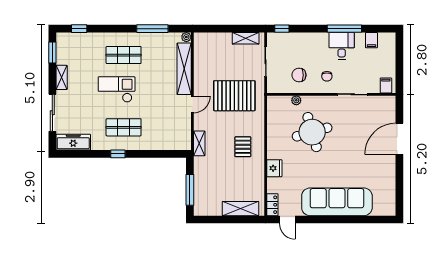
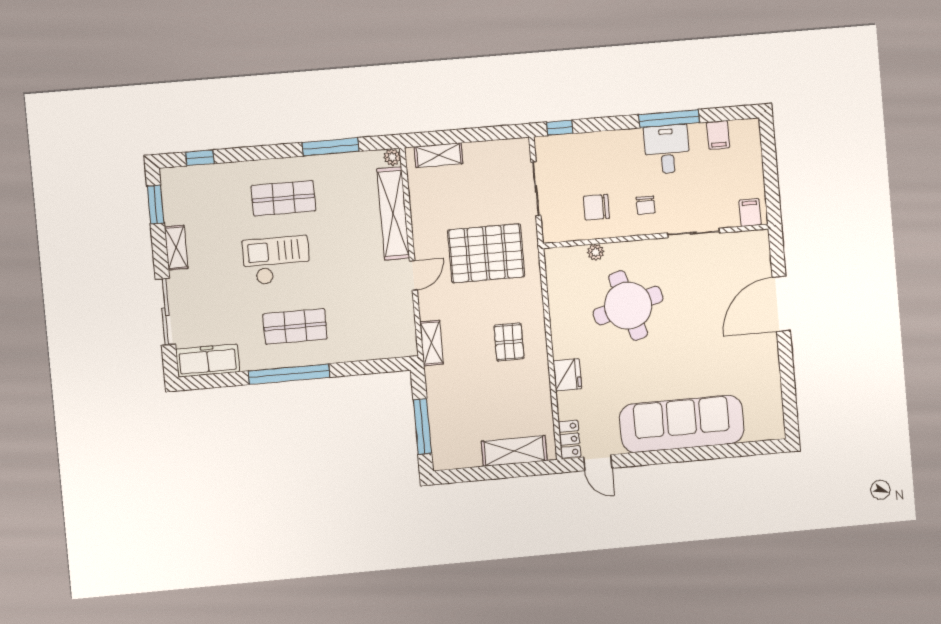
shelving: (246, 38) -> (439, 155), moved
window: (118, 154) -> (289, 374), width x3.17

